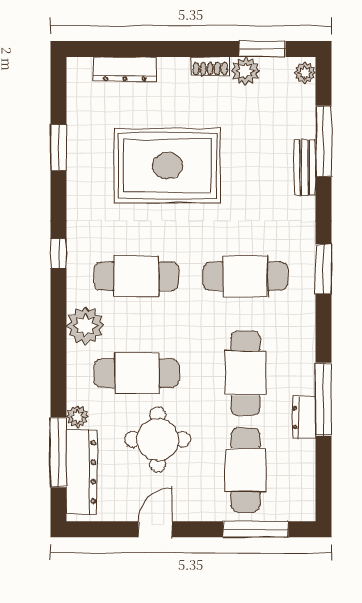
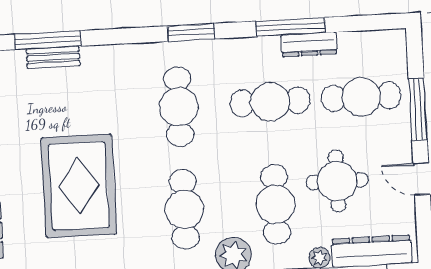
bench: (305, 168) -> (53, 57), moved
window: (324, 269) -> (191, 32), moved
dresser: (304, 418) -> (309, 44), width x1.44
window: (256, 529) -> (418, 109), moved

